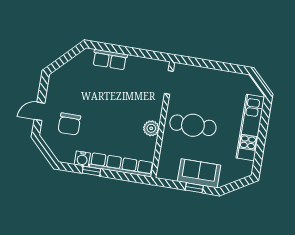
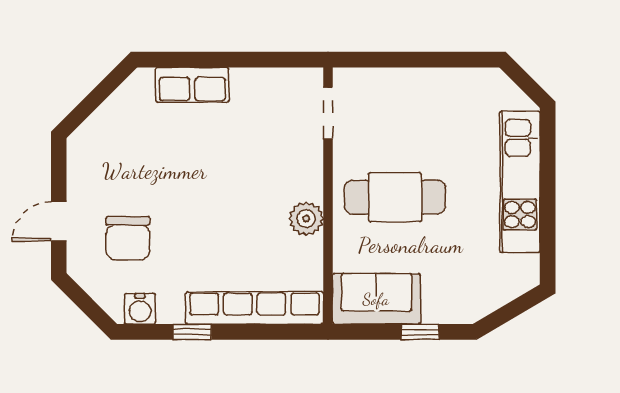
water cooler: (82, 159) -> (140, 309), moved
sofa: (199, 173) -> (376, 299), moved

